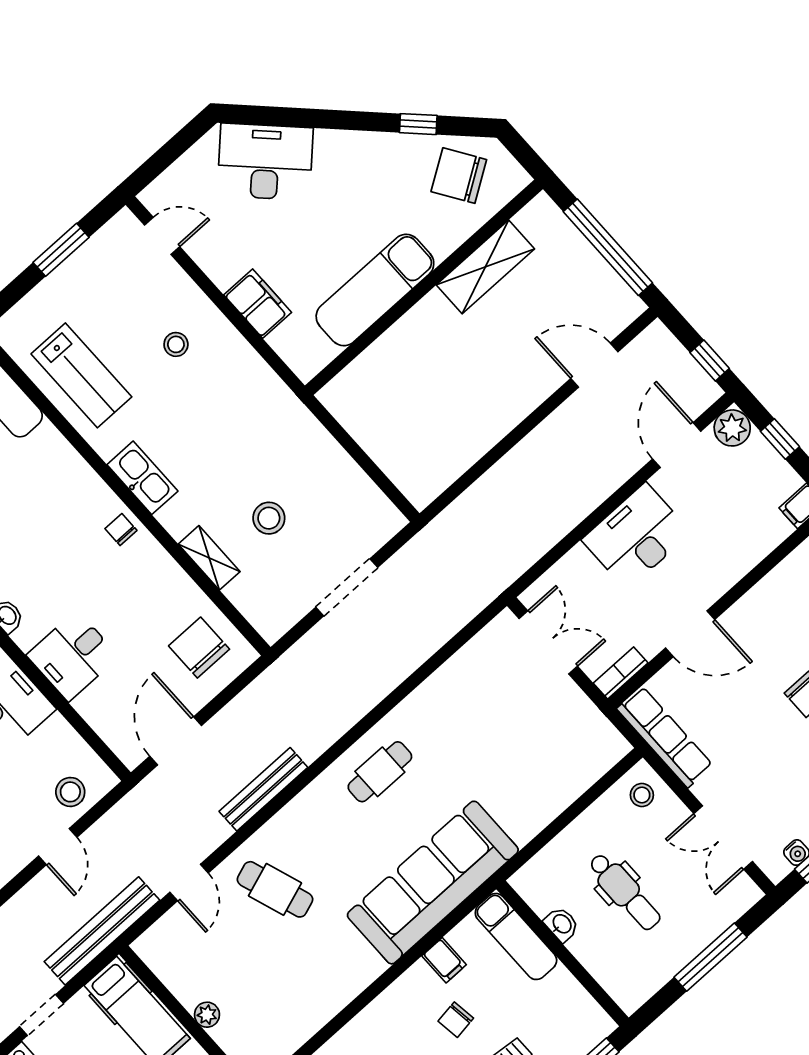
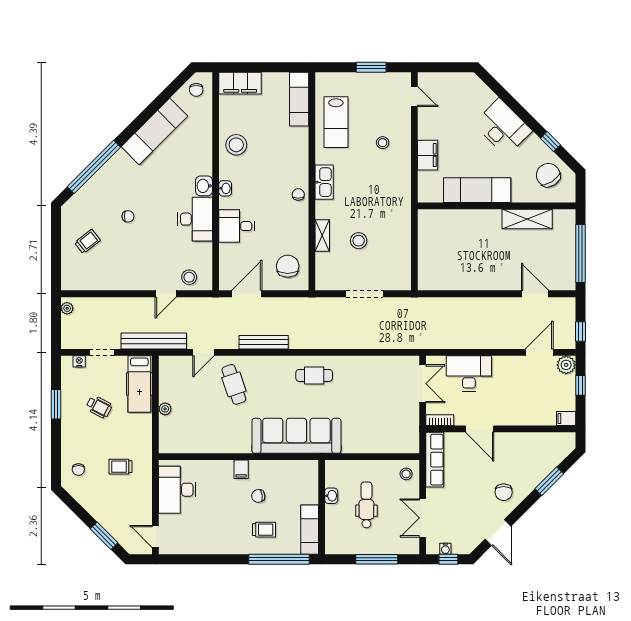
desk: (265, 162) -> (503, 127), moved
desk: (636, 536) -> (469, 373), moved
dental chair: (625, 892) -> (366, 505), turned 180
exam couch: (516, 936) -> (310, 530), moved
filing cabinet: (444, 960) -> (241, 469), moved

